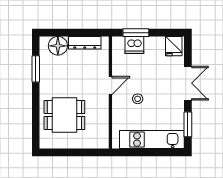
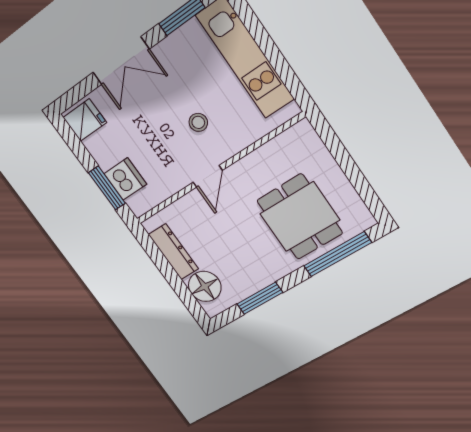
double door: (188, 83) -> (121, 61), swing flipped
door: (110, 85) -> (208, 176), swing flipped
window: (36, 120) -> (337, 254), added

